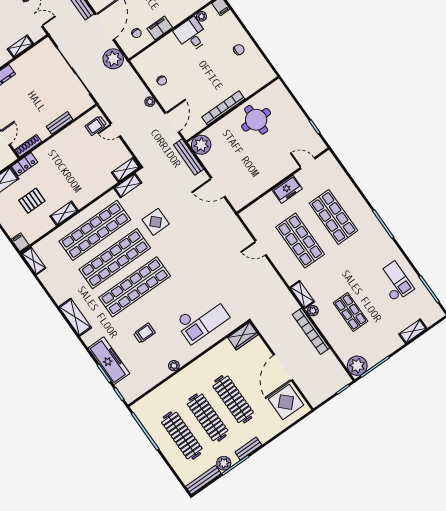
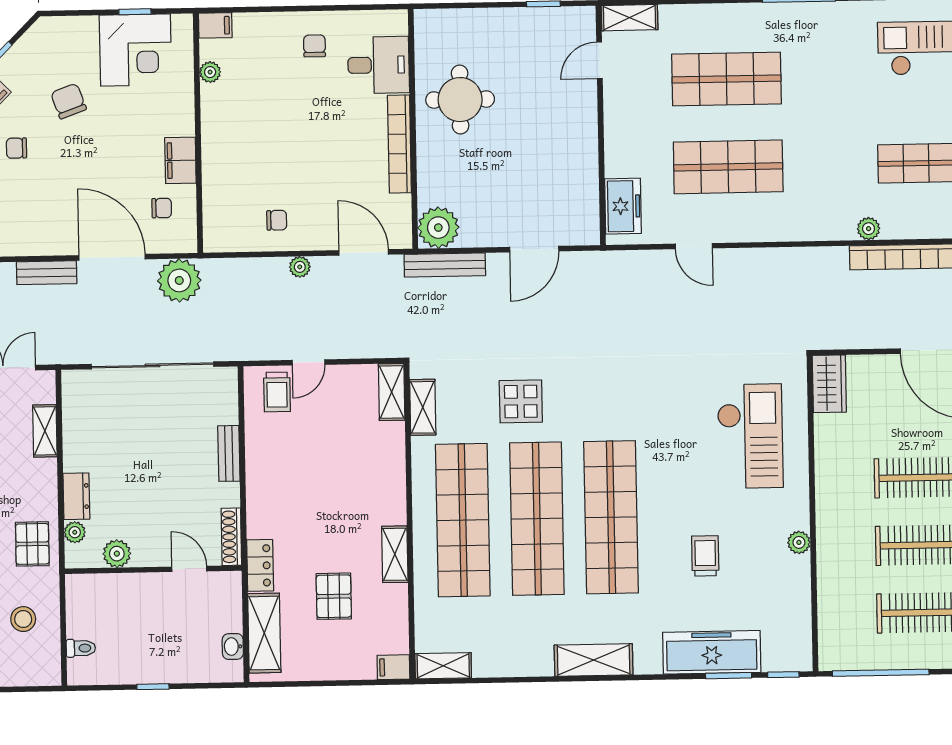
desk: (191, 35) -> (379, 65), moved, turned 180
freezer: (287, 189) -> (623, 206), moved
door: (261, 248) -> (694, 246), hinge flipped
shelving: (302, 295) -> (630, 18), moved

